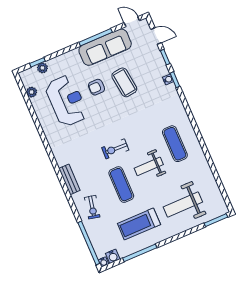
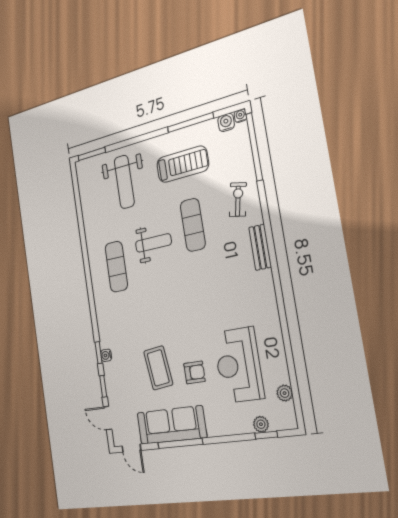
exercise bike: (115, 149) -> (189, 278), removed
weight bench: (183, 205) -> (124, 182), turned 90

